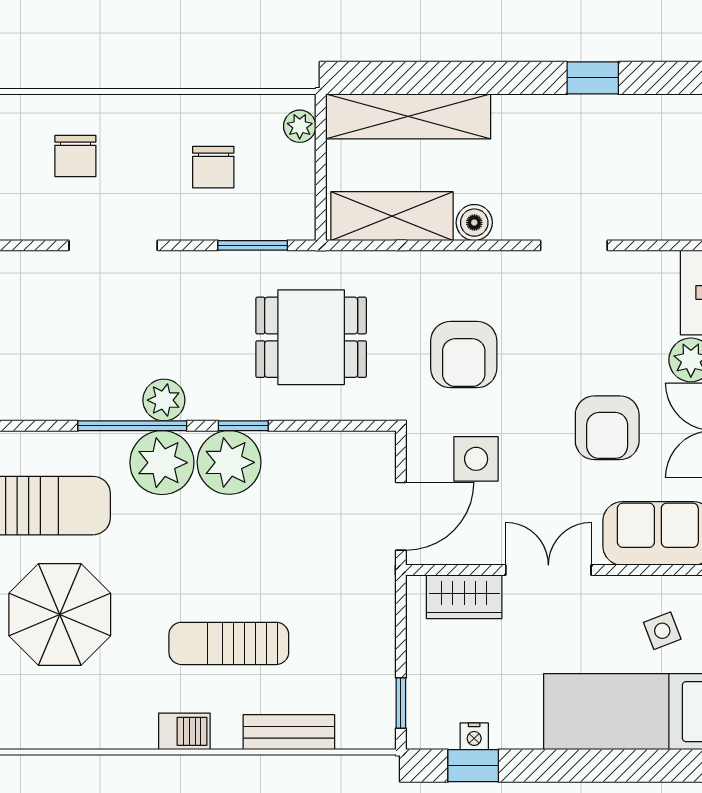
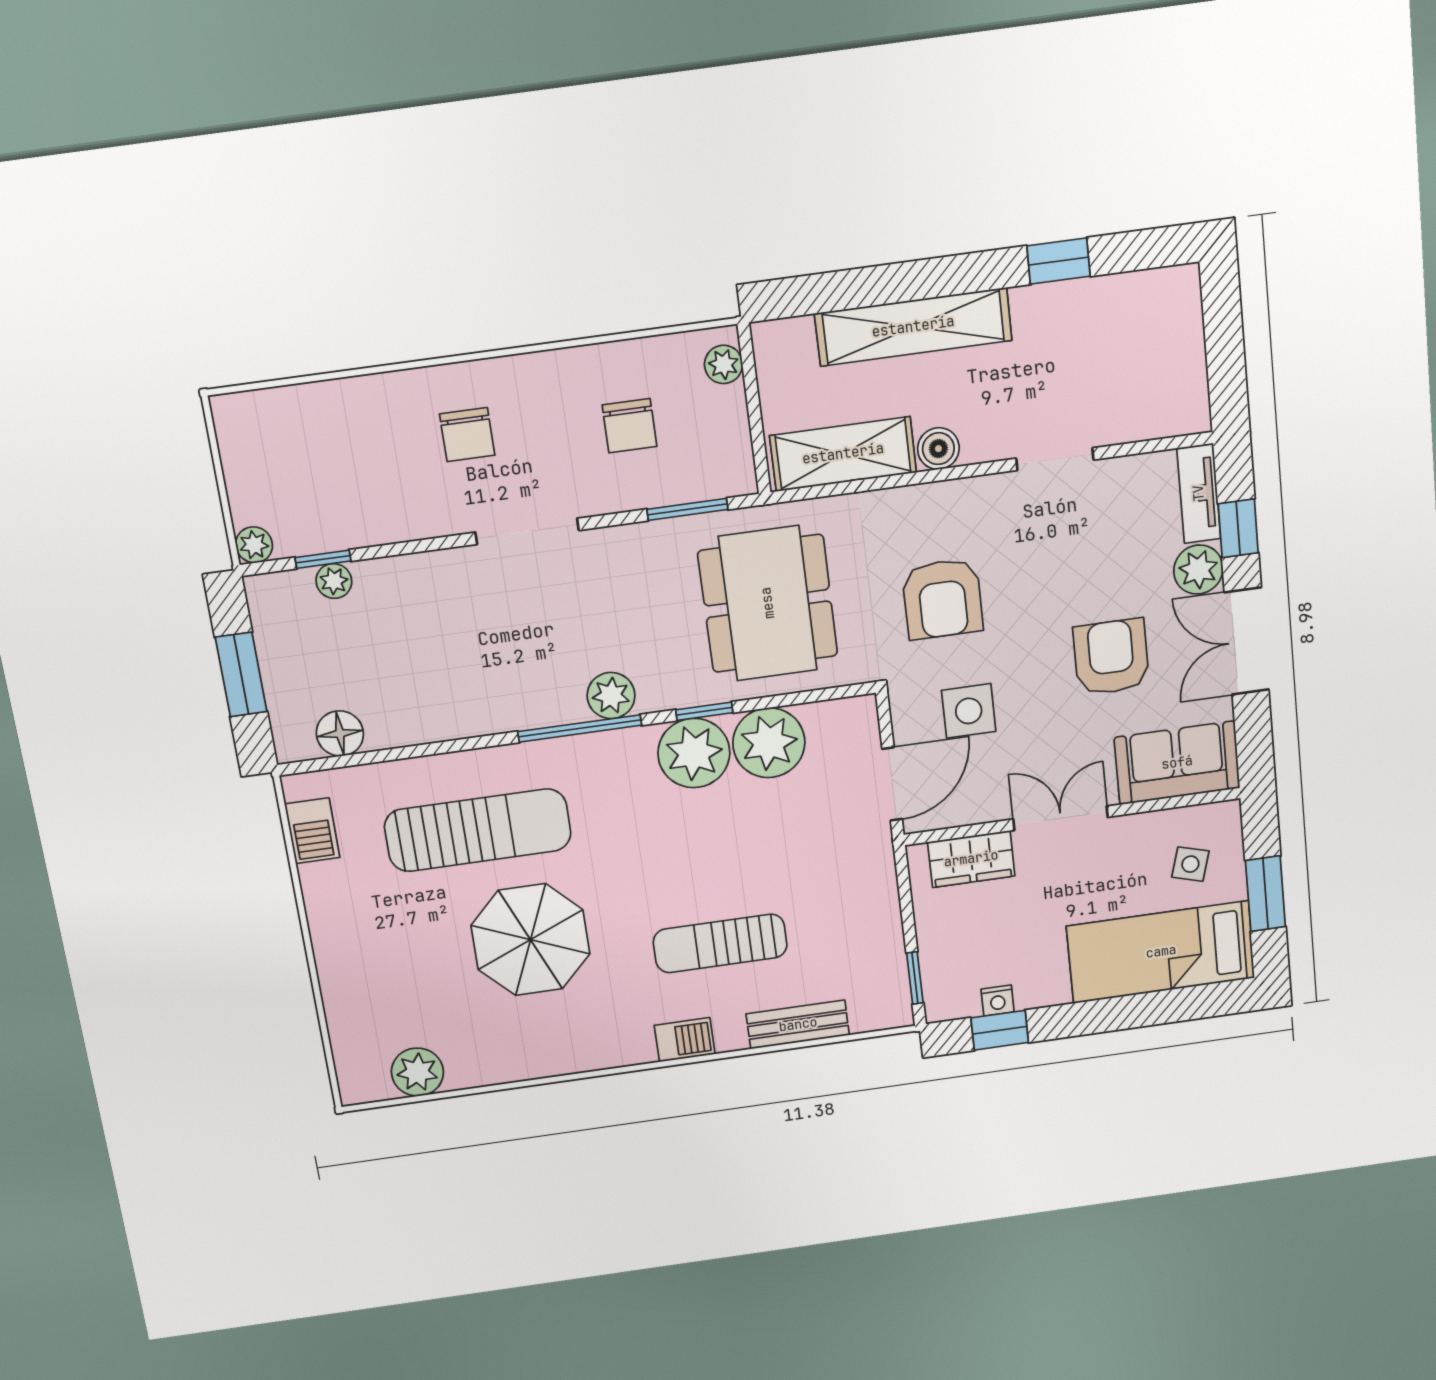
shelving: (408, 116) -> (913, 327), moved
dining table: (311, 337) -> (768, 603), width x1.38
armchair: (607, 428) -> (1111, 657), turned 180
plant: (162, 463) -> (769, 743), moved
side table: (662, 631) -> (1190, 864), turned 37

